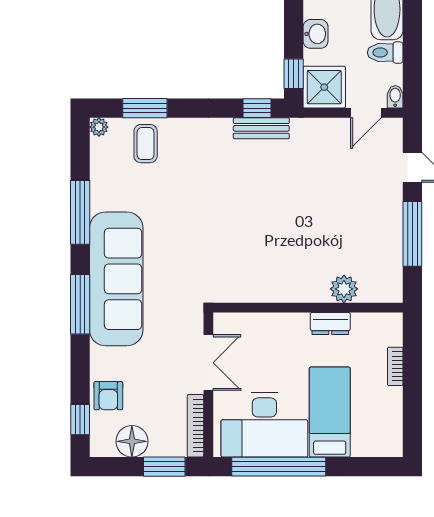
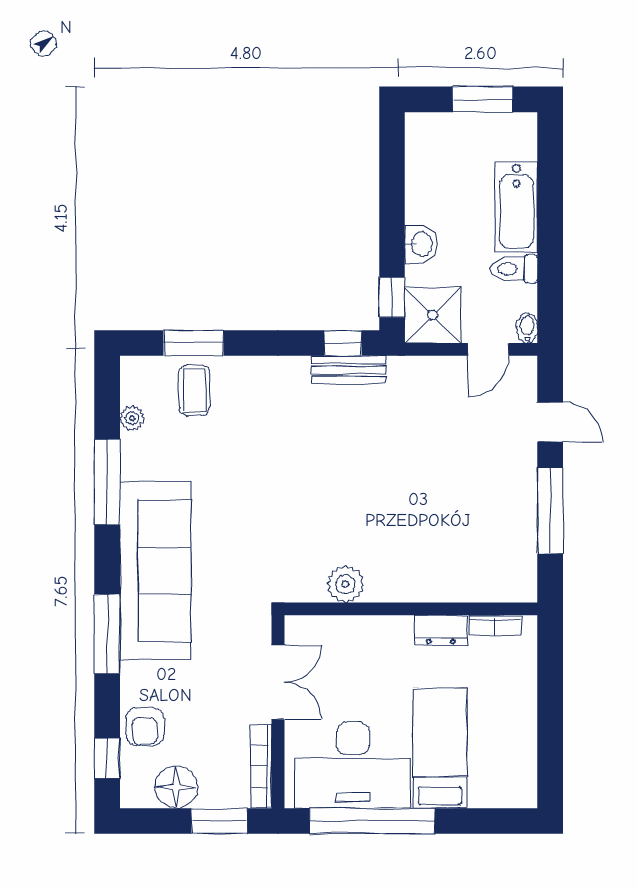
plant: (99, 127) -> (132, 418), moved
plant: (344, 289) -> (345, 584), moved
window: (80, 304) -> (107, 634), moved
bookcase: (395, 366) -> (495, 625), moved, turned -90

